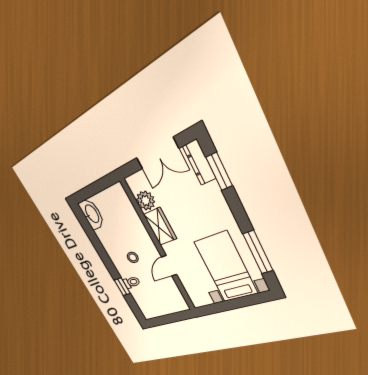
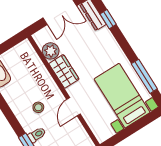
window: (219, 171) -> (108, 19), width x0.67

